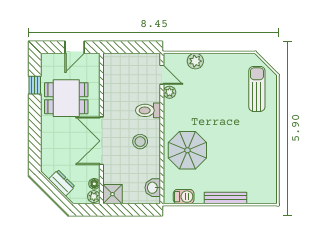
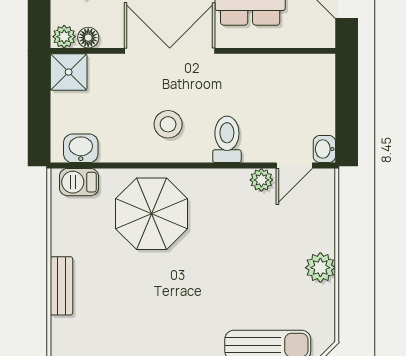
washbasin: (153, 59) -> (324, 149), added
plant: (195, 61) -> (320, 268), moved
barbecue: (184, 197) -> (79, 182), moved, turned 90
bench: (226, 198) -> (61, 286), width x0.73

